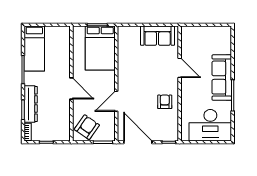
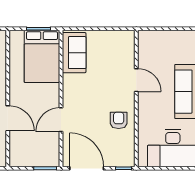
sofa: (158, 36) -> (74, 53), moved, turned -90
door: (71, 88) -> (8, 118), moved
armchair: (87, 127) -> (26, 150), removed

